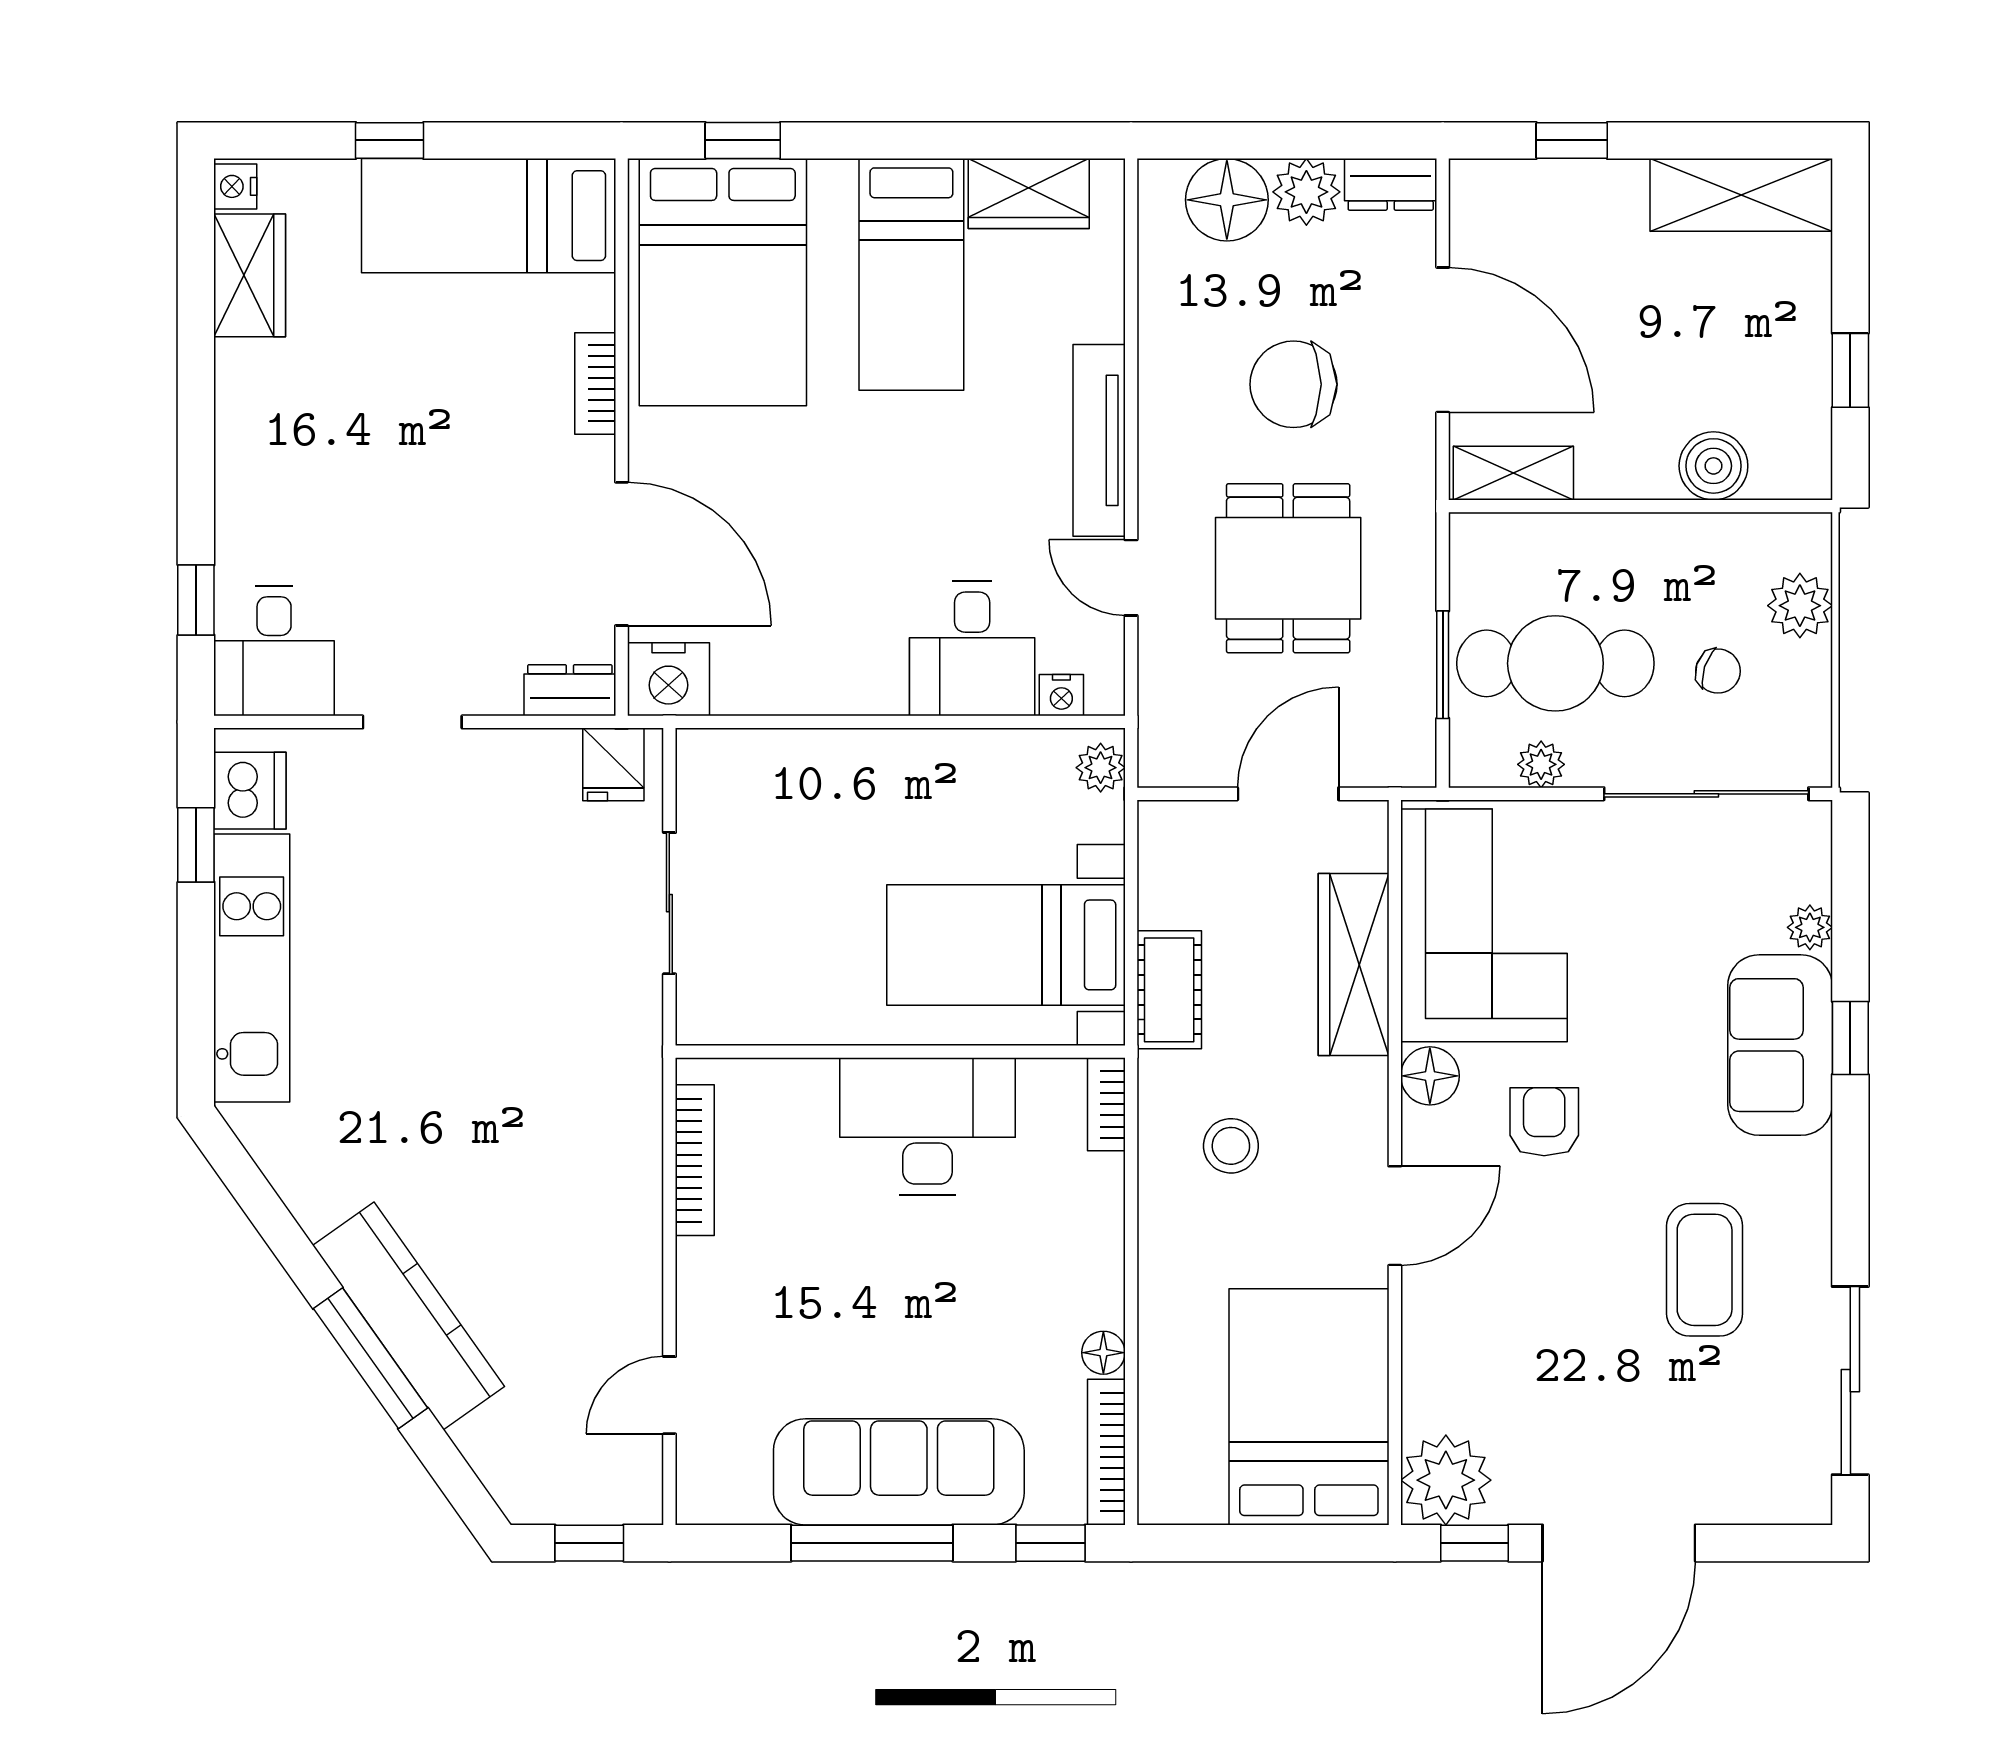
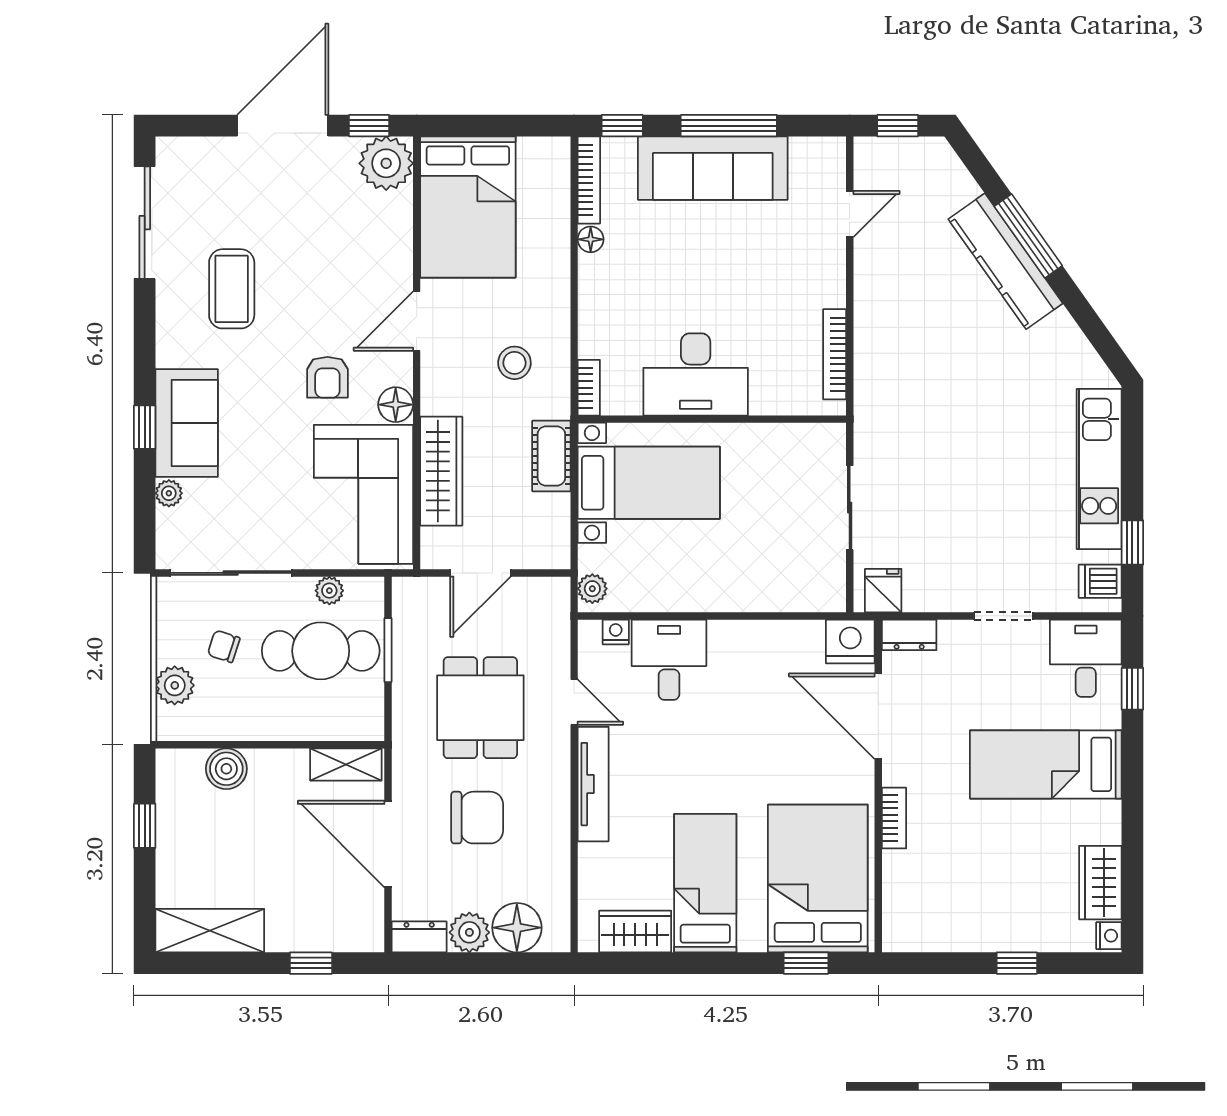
bed: (489, 216) -> (1046, 764), moved, turned 180
dishwasher: (250, 791) -> (1100, 581), width x0.73

